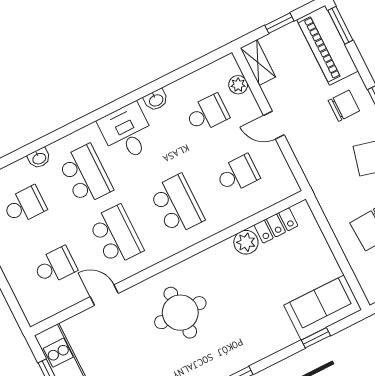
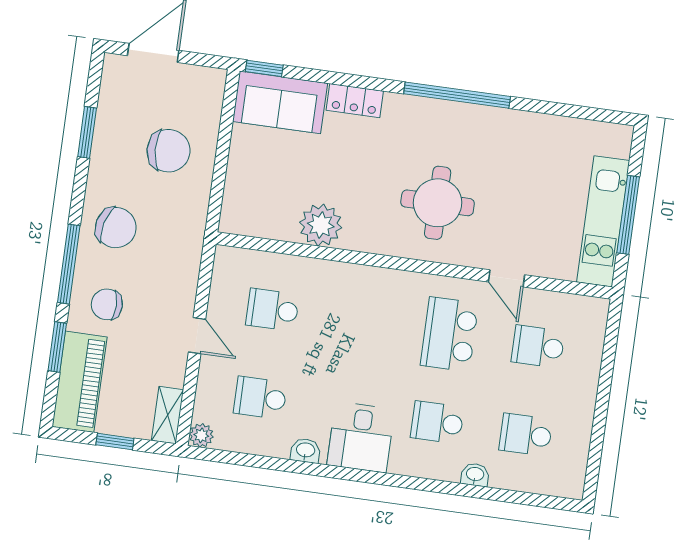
window: (340, 25) -> (57, 347), moved
plant: (238, 85) -> (201, 435), moved
school desk: (85, 175) -> (437, 422), width x0.54
school desk: (177, 205) -> (361, 322), removed
locker: (276, 225) -> (355, 101), moved, turned 180
plant: (246, 242) -> (321, 225), width x1.36, depth x1.36
window: (316, 338) -> (264, 68), moved

